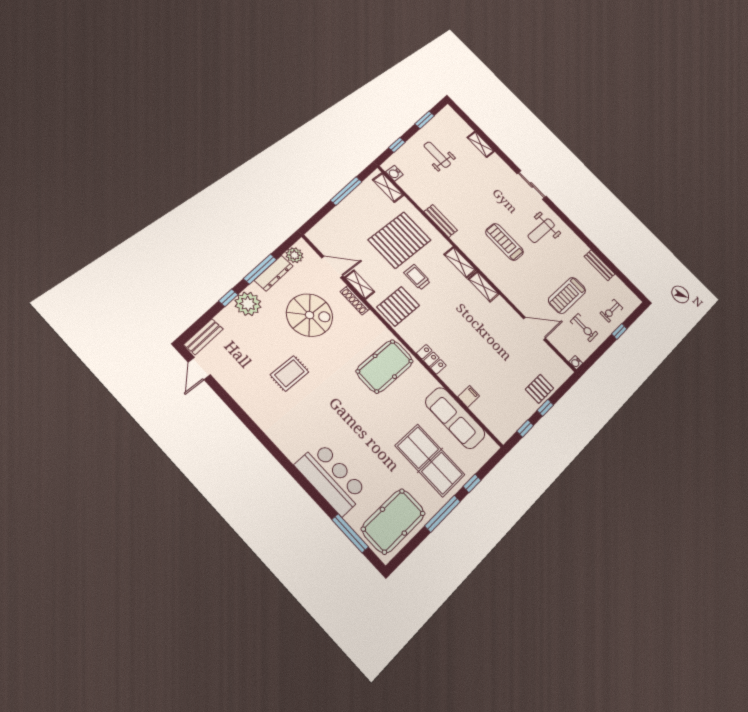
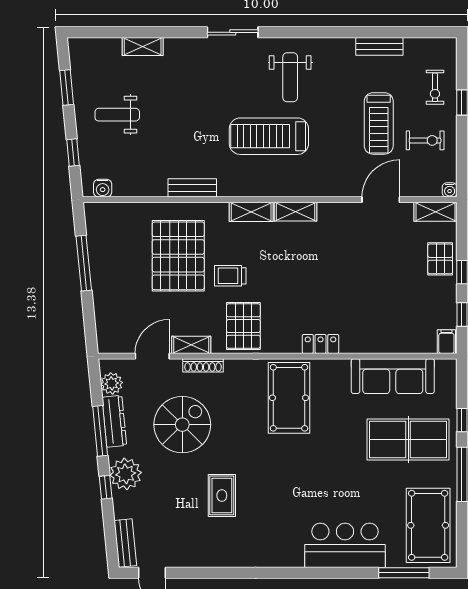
shelving: (388, 188) -> (436, 212), moved
treadmill: (504, 242) -> (269, 136), width x1.37, depth x1.38
filing cabinet: (469, 396) -> (446, 342), moved

